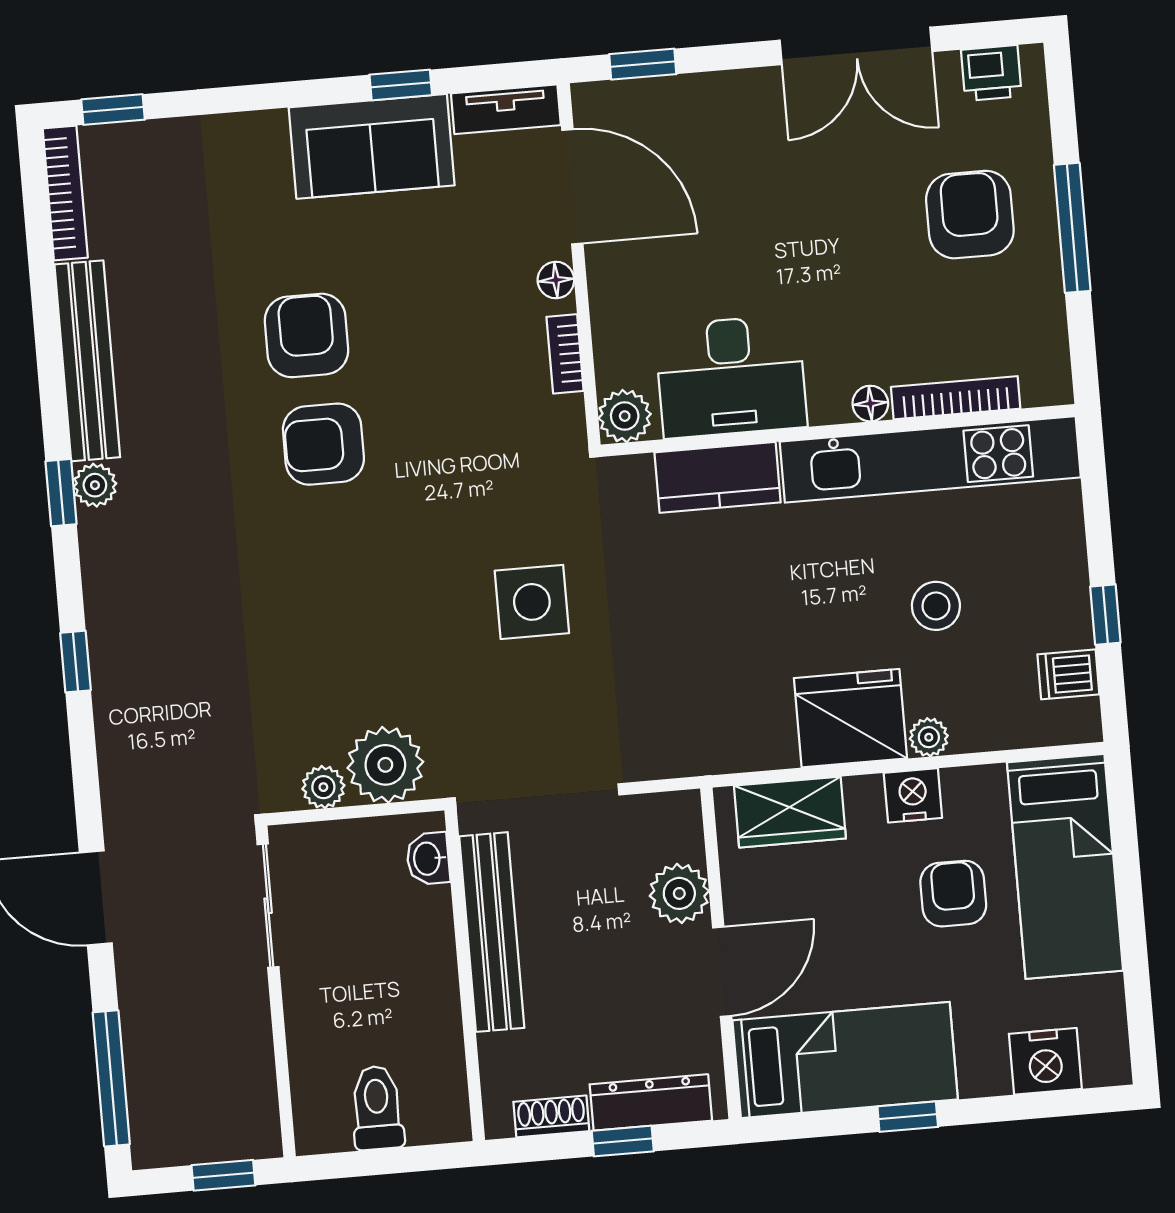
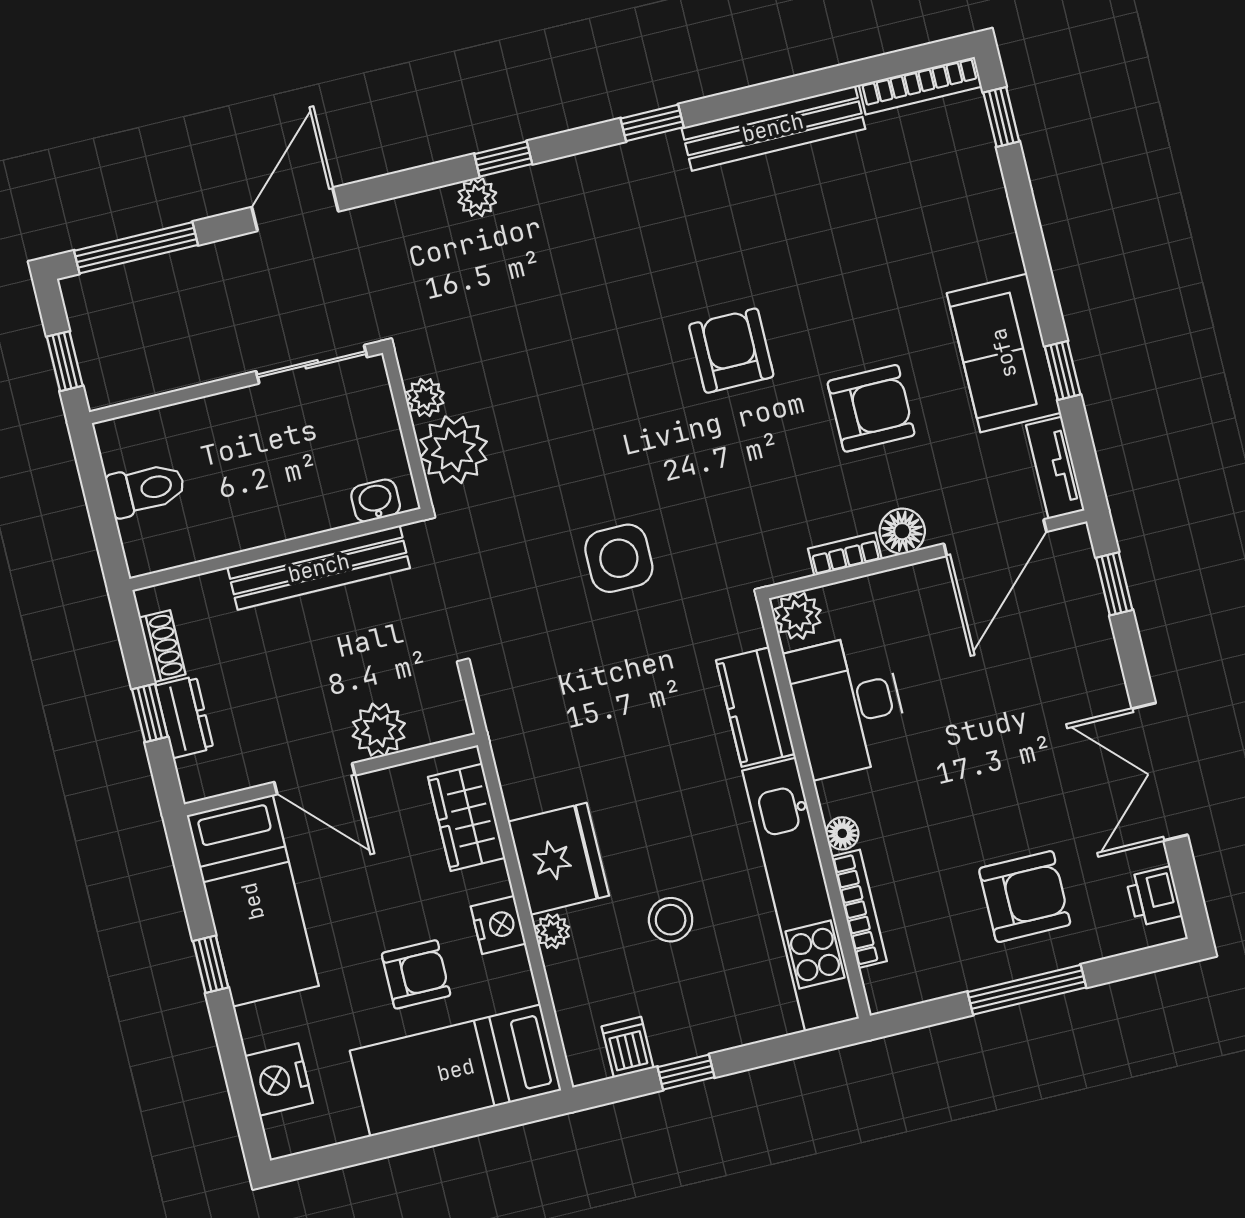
floor lamp: (556, 280) -> (902, 531), width x1.37, depth x1.37
armchair: (306, 335) -> (871, 408), moved
plant: (95, 485) -> (477, 197), moved
dresser: (651, 1102) -> (184, 717), width x0.70

